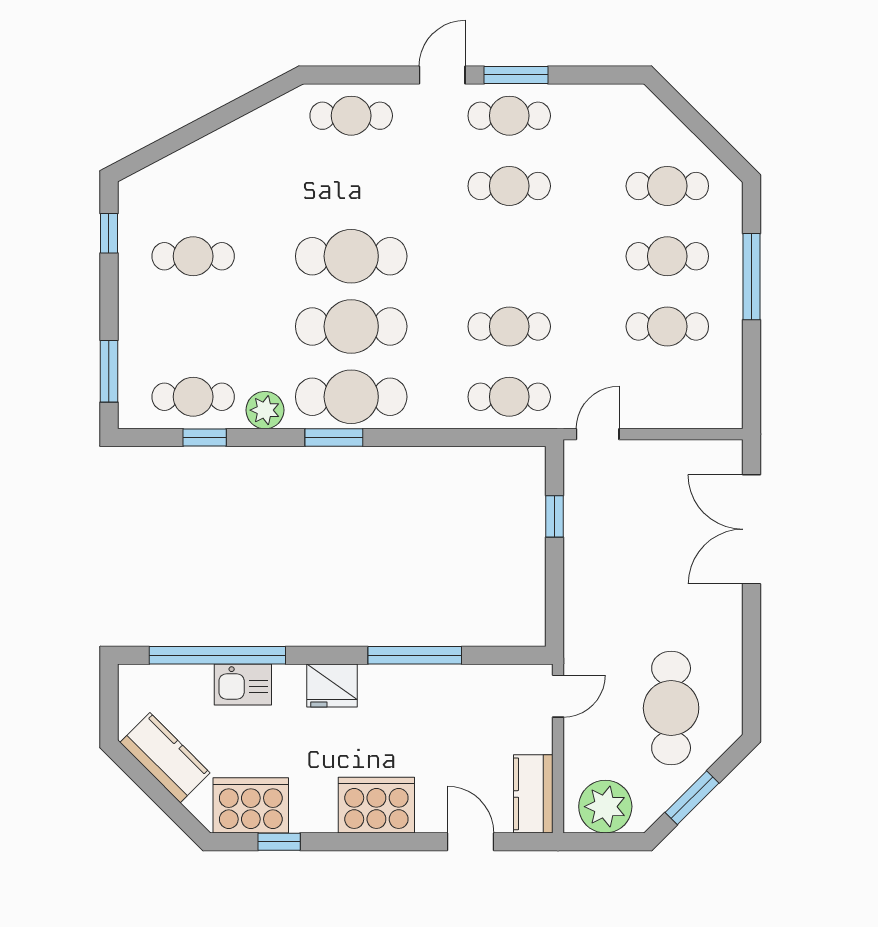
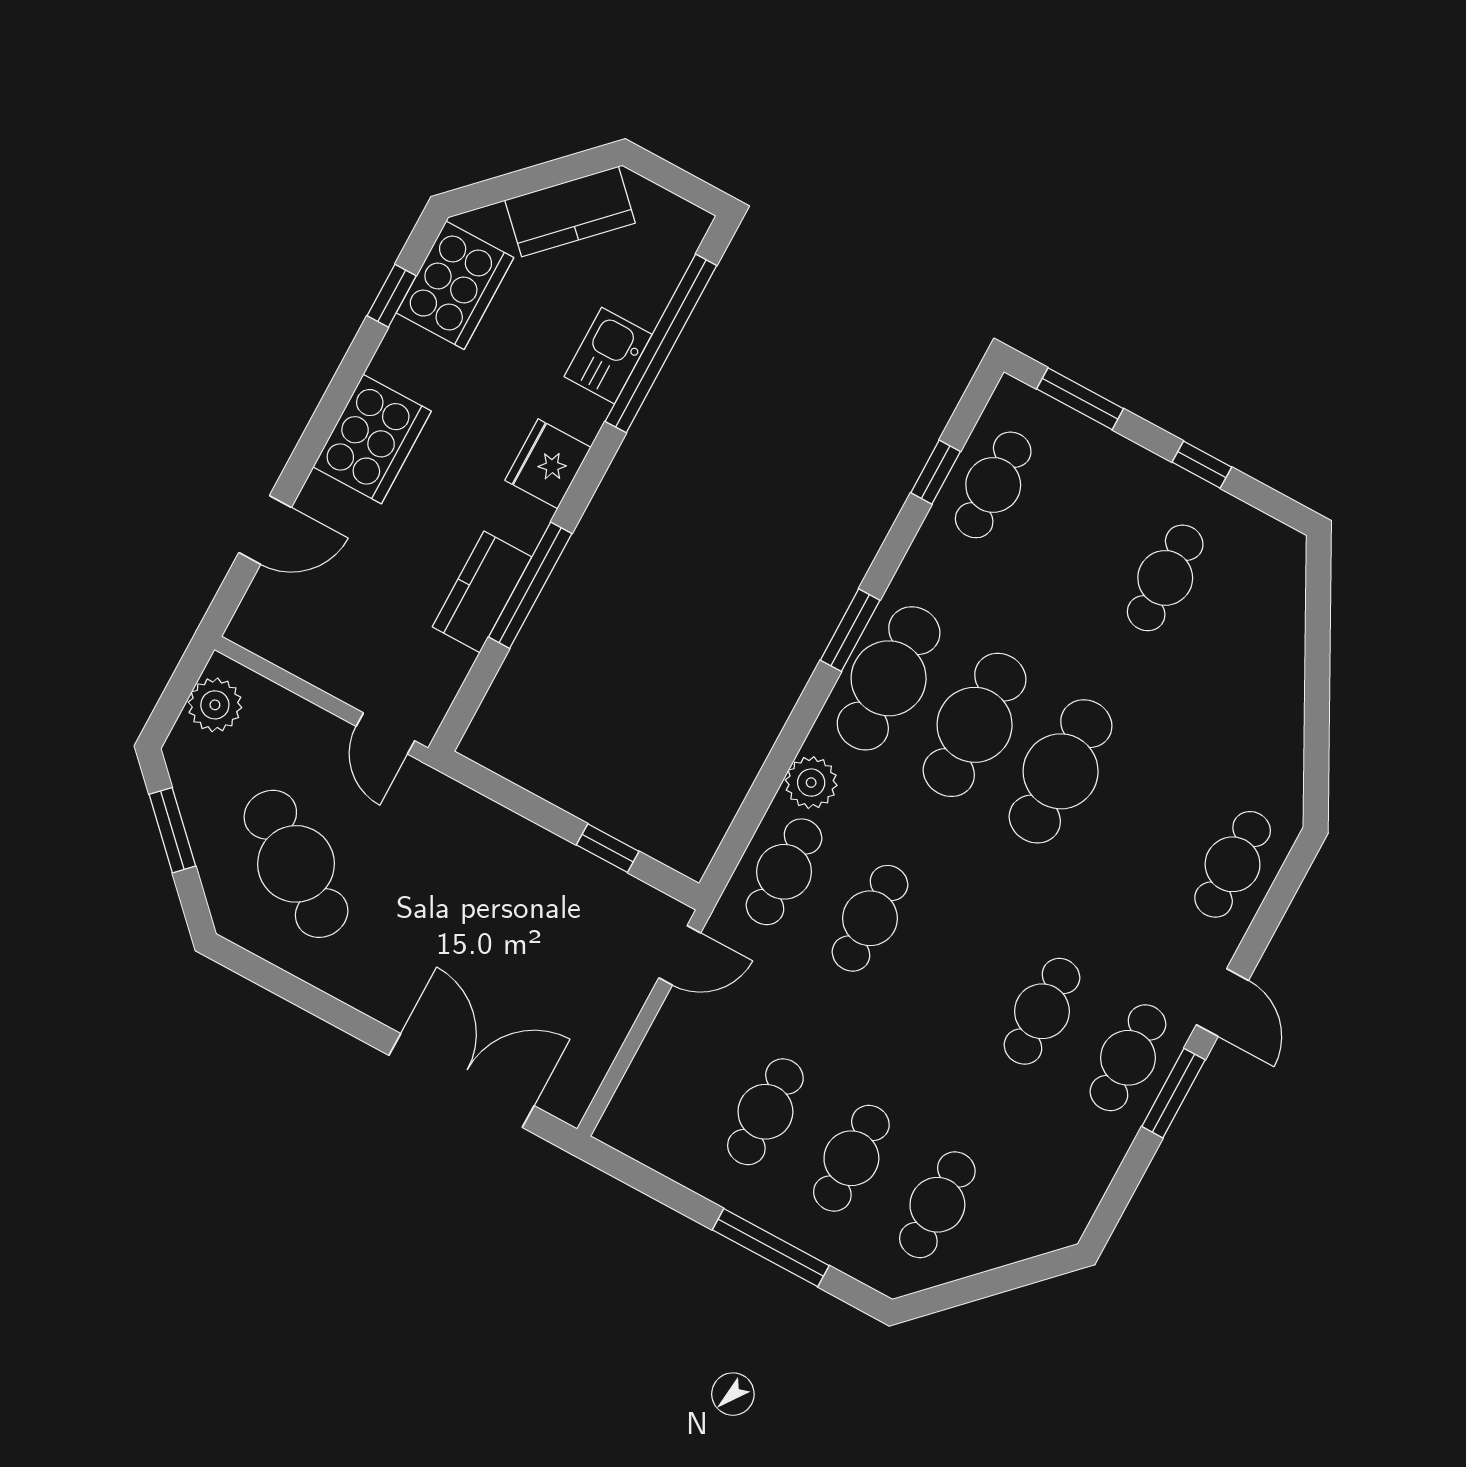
window: (109, 233) -> (1202, 465), moved
plant: (265, 410) -> (811, 783), moved
door: (598, 434) -> (680, 955), hinge flipped
cafe table: (671, 708) -> (296, 864), turned 34
kitchen counter: (533, 794) -> (482, 592), moved, turned -90
plant: (605, 807) -> (215, 705), width x0.73, depth x0.73

